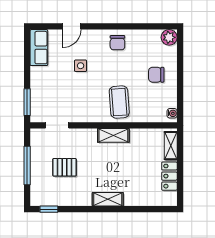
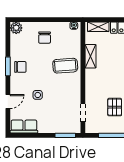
door: (72, 26) -> (8, 102), hinge flipped
window: (118, 26) -> (8, 66), added
shelving: (113, 135) -> (91, 56), moved

